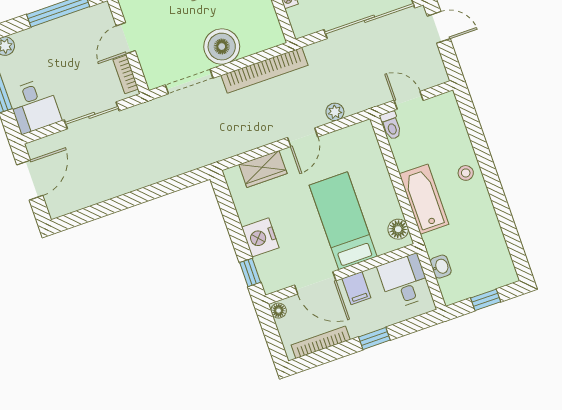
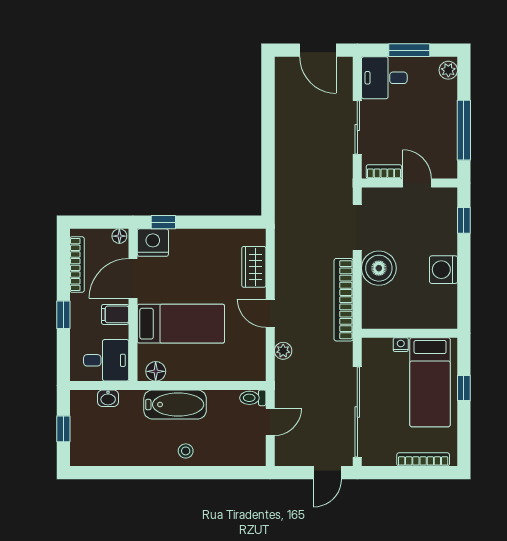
nightstand: (260, 237) -> (153, 243), moved

